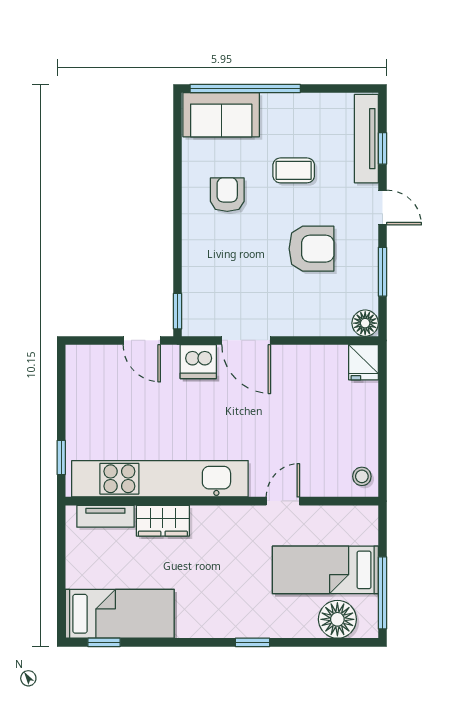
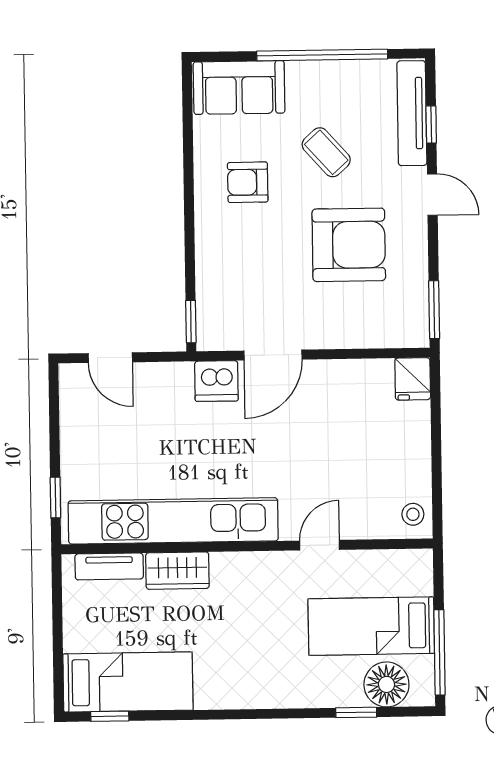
window: (245, 88) -> (322, 55), moved
coffee table: (294, 170) -> (326, 152), turned 48
armchair: (227, 195) -> (248, 182), turned -90
armchair: (311, 249) -> (349, 245), width x1.36, depth x1.36
window: (382, 272) -> (434, 310), moved
floor lamp: (365, 323) -> (414, 332), removed
door: (142, 340) -> (110, 358), moved
door: (246, 340) -> (273, 355), hinge flipped
window: (252, 642) -> (356, 712), moved

